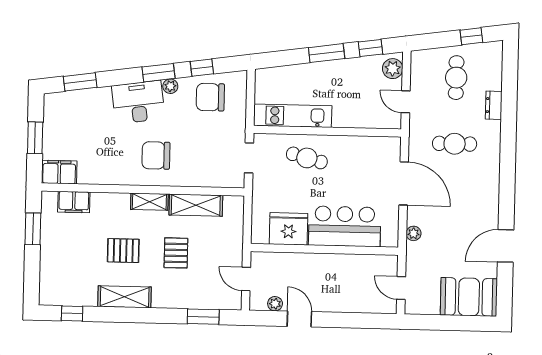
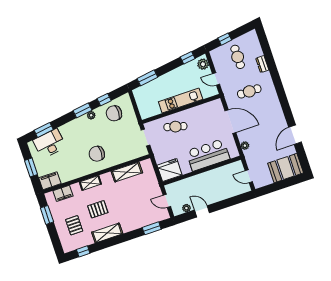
window: (471, 36) -> (225, 39), moved
window: (327, 53) -> (147, 78), moved
desk: (138, 102) -> (50, 144), moved
kitchen unit: (293, 116) -> (181, 101), moved
shelving: (149, 202) -> (90, 183), moved
fridge: (288, 229) -> (170, 170), moved
pallet: (176, 253) -> (74, 225), moved

